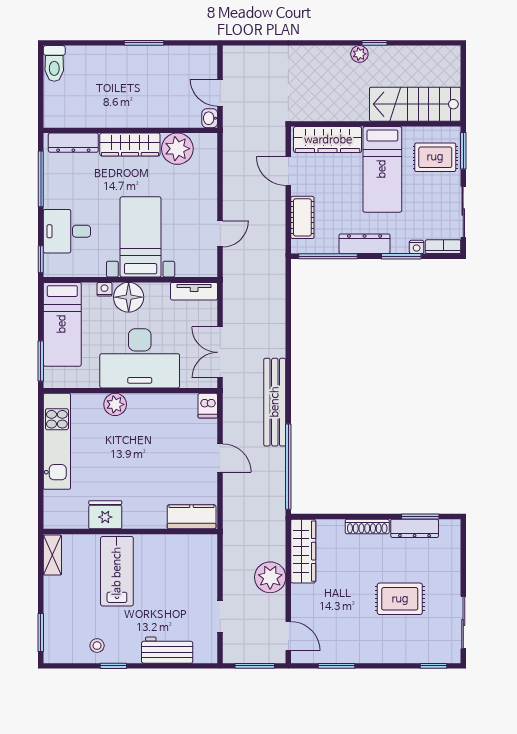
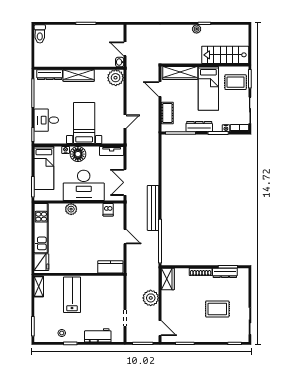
plant: (177, 149) -> (116, 78), moved
dishwasher: (208, 406) -> (108, 210), moved
fridge: (105, 515) -> (41, 262), moved, turned 90
wardrobe: (303, 551) -> (168, 279), width x0.67

